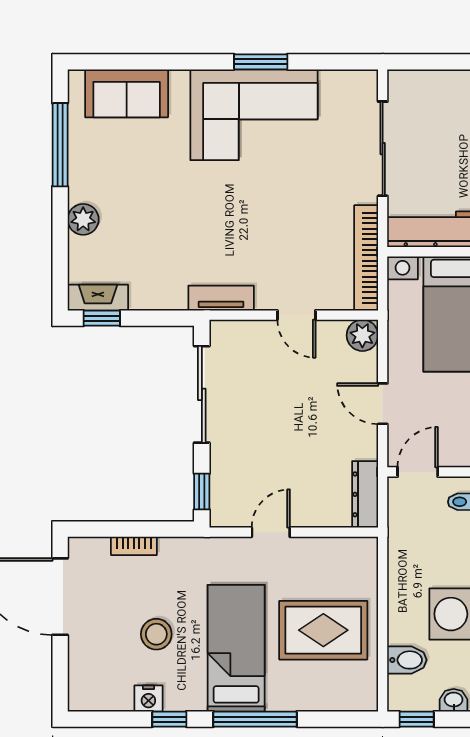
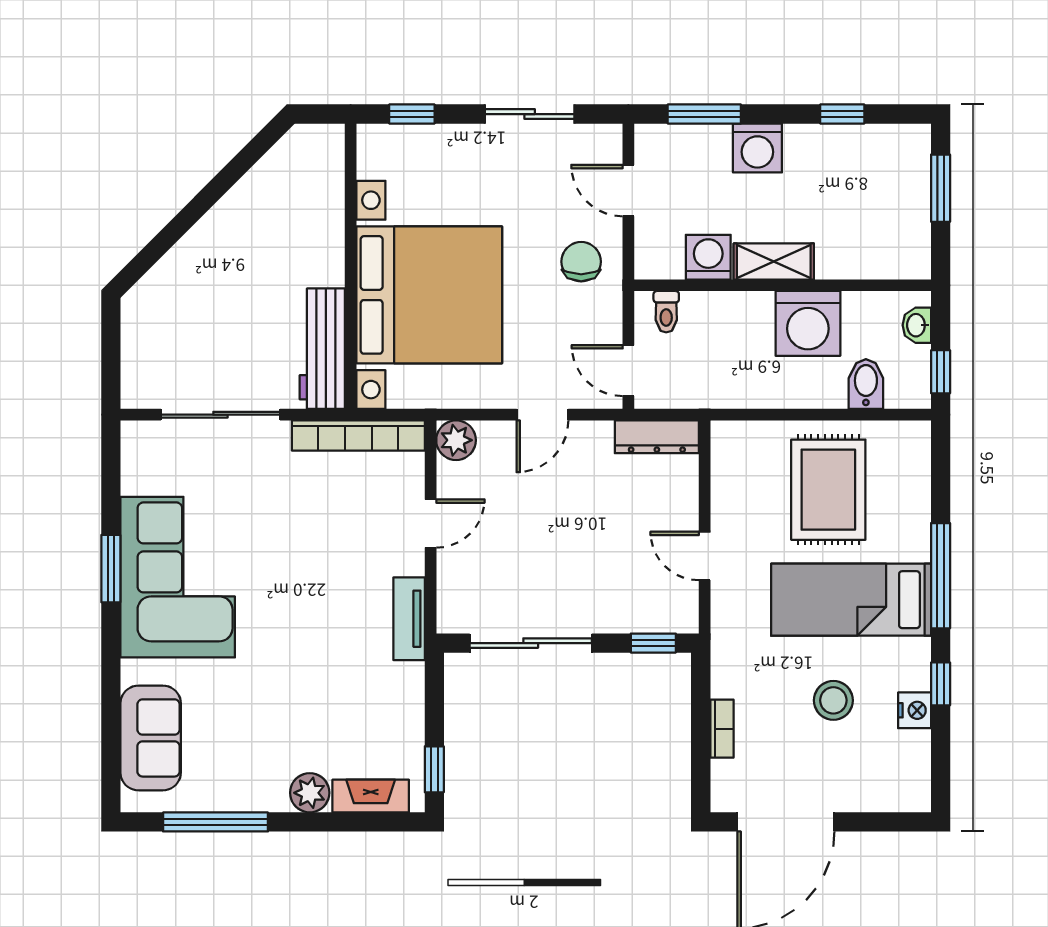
fireplace: (98, 298) -> (371, 796), moved, turned 90

